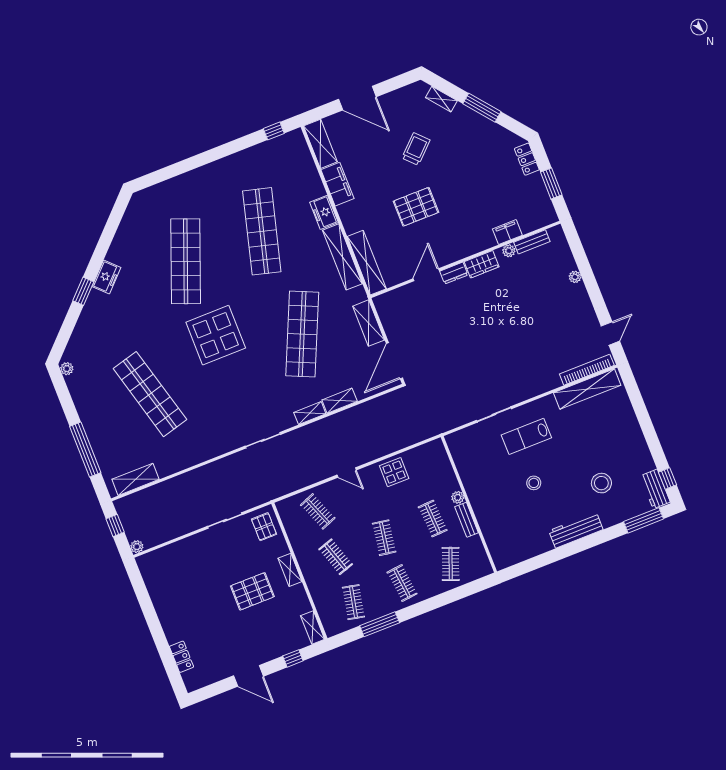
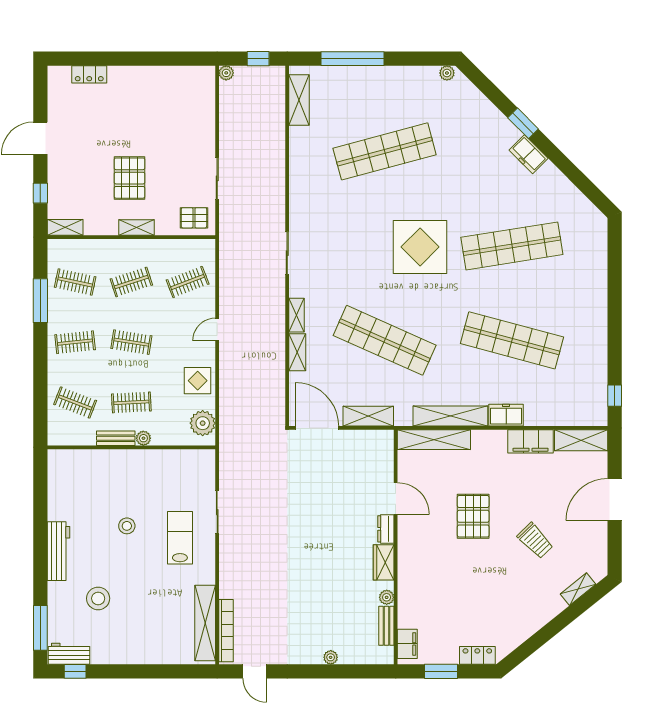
window: (482, 108) -> (552, 629), removed
filing cabinet: (507, 232) -> (407, 644), moved
shop shelf: (186, 261) -> (512, 246), turned -30
plant: (427, 454) -> (203, 423), added

